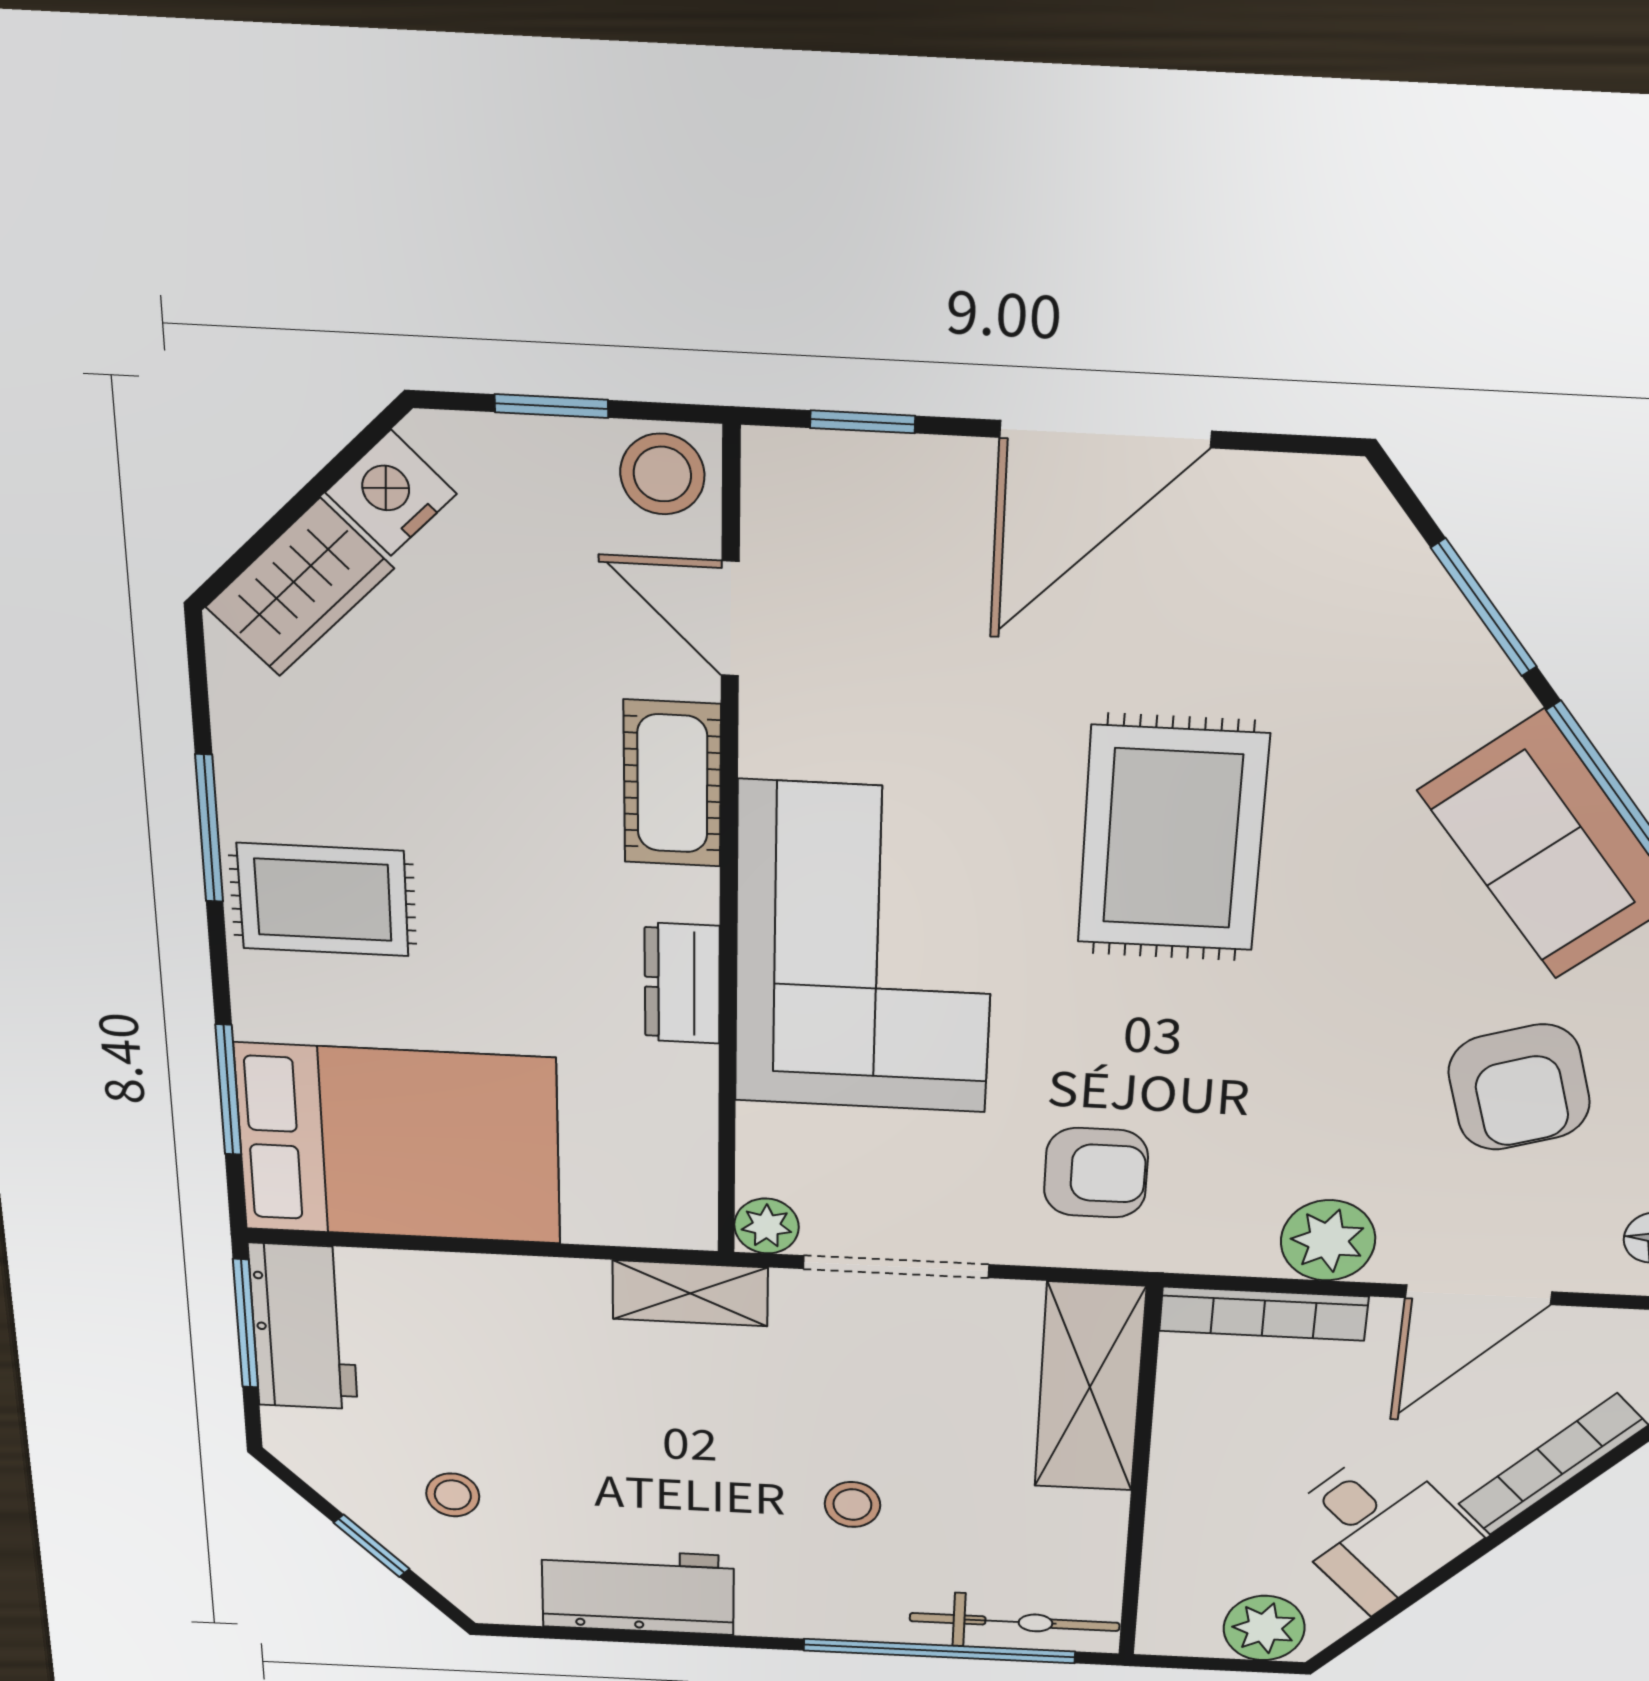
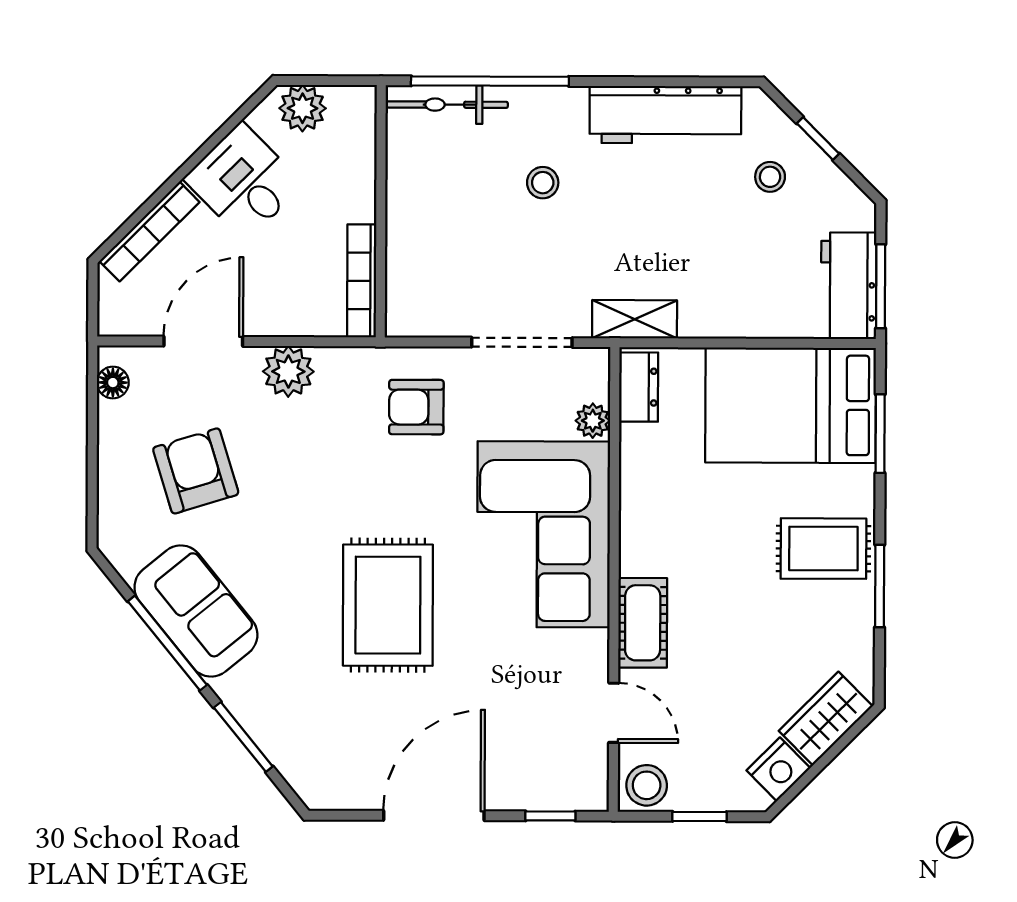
dresser: (682, 983) -> (639, 387), moved
plant: (767, 1226) -> (593, 421), moved
bookcase: (1264, 1314) -> (362, 281), moved, turned -90
shelving: (1090, 1387) -> (412, 269), removed
workbench: (638, 1591) -> (665, 115), width x1.38

